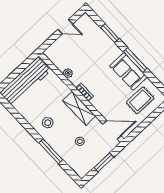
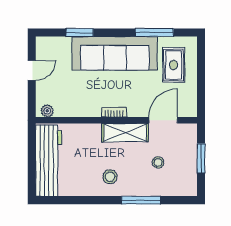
window: (135, 60) -> (154, 33), moved
sofa: (128, 71) -> (115, 53), width x1.85, depth x1.27
plant: (68, 73) -> (47, 111), moved
door: (112, 130) -> (163, 120), moved

